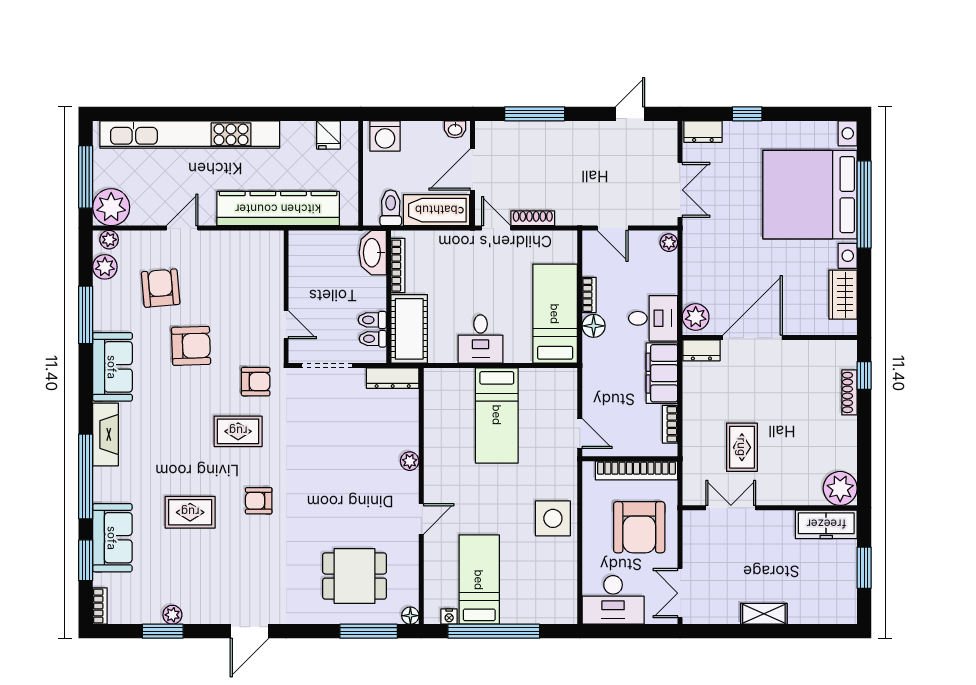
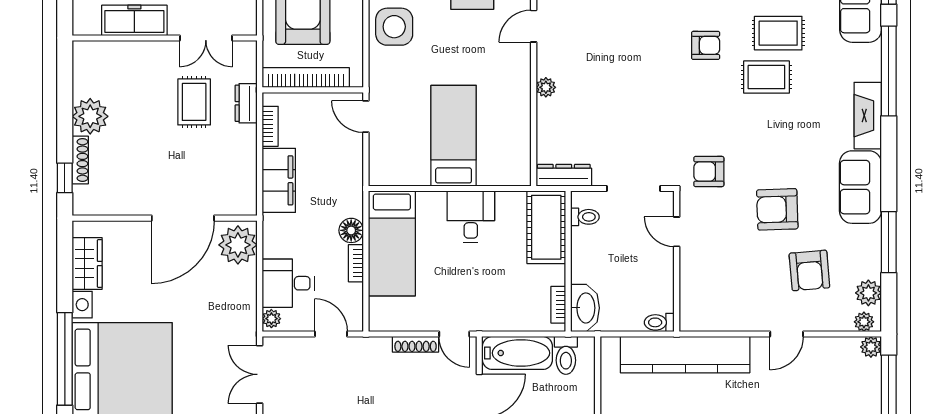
plant: (111, 207) -> (871, 347), width x0.53, depth x0.53
bookcase: (398, 266) -> (558, 305), width x0.64
plant: (696, 317) -> (238, 245), width x1.36, depth x1.36
desk: (653, 318) -> (288, 283), moved
toilet: (372, 320) -> (659, 322), moved, turned 180
dresser: (701, 350) -> (246, 103), moved, turned -90
rug: (238, 431) -> (766, 77), moved
plant: (840, 488) -> (90, 116), moved
freezer: (826, 524) -> (134, 20), moved

